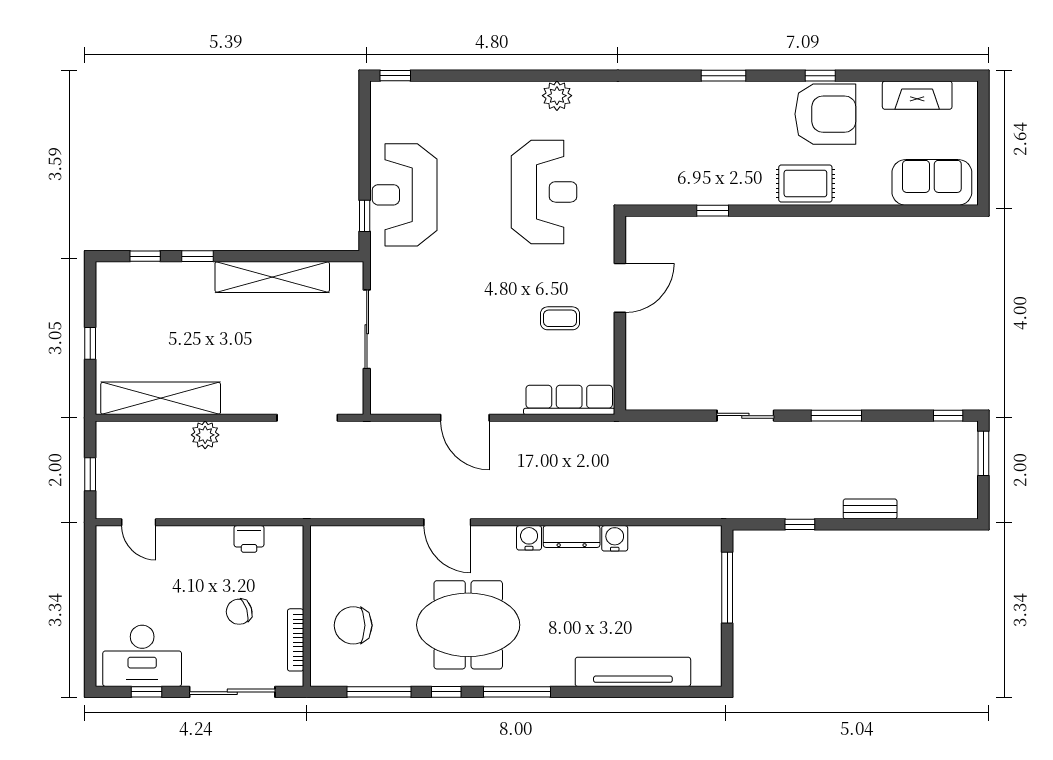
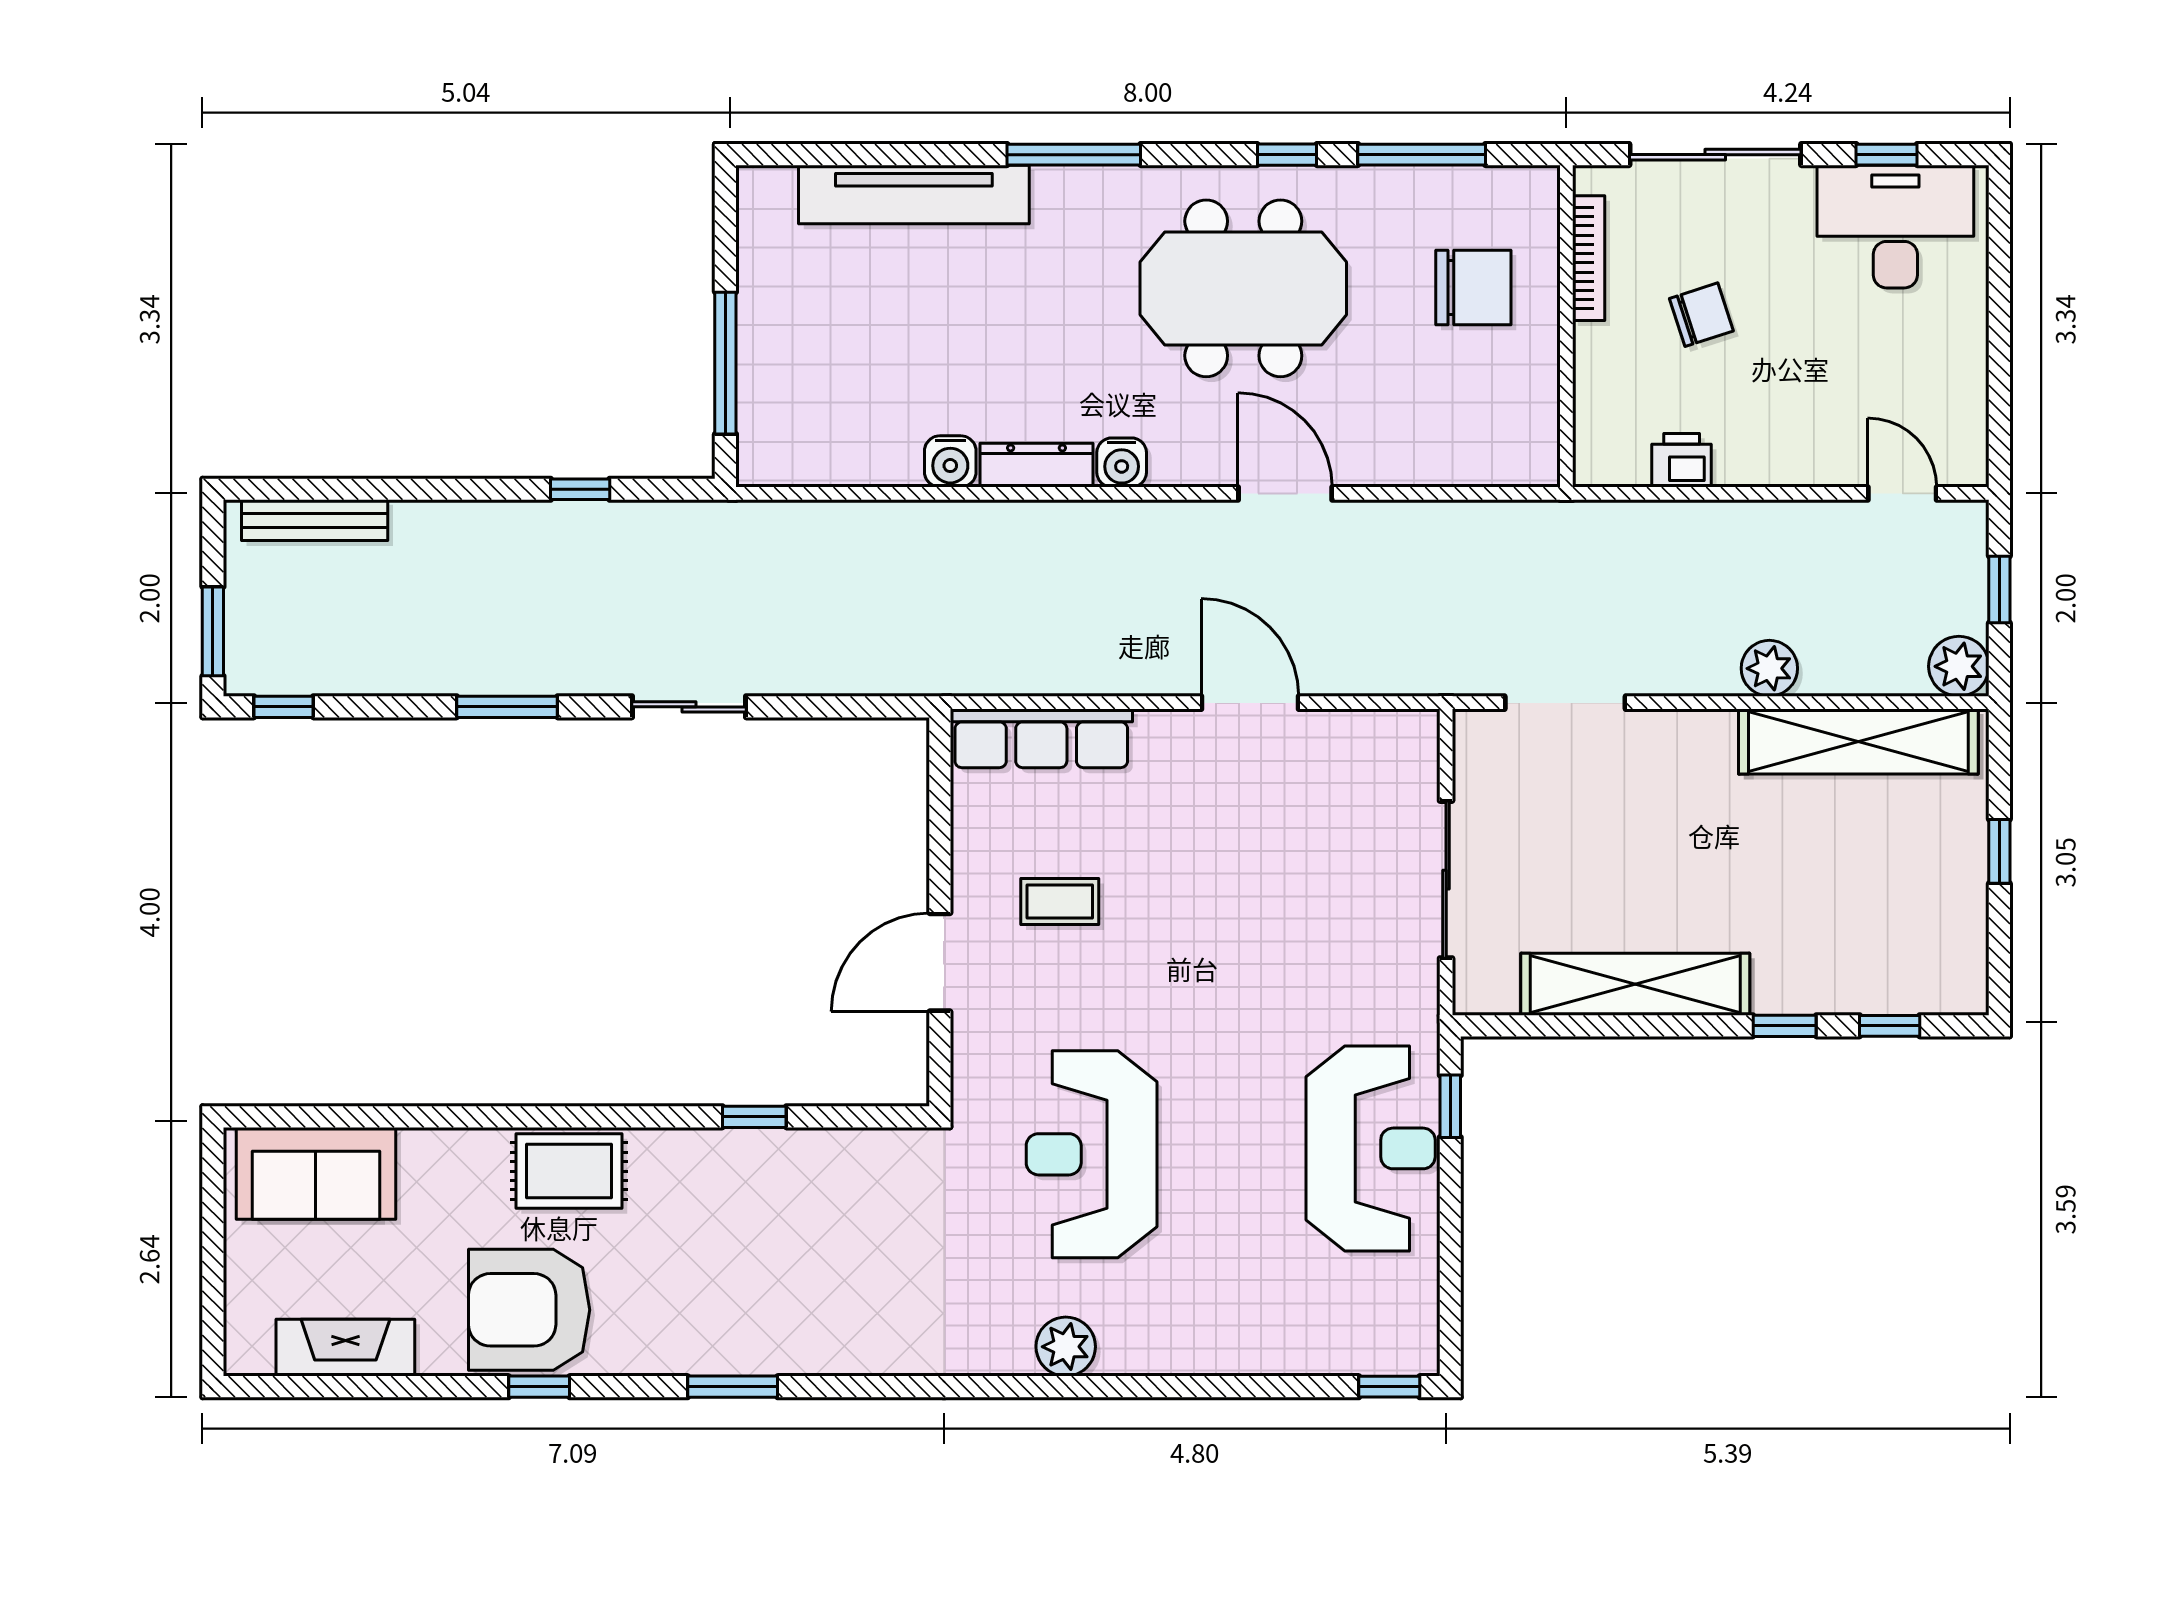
plant: (110, 436) -> (1959, 666), added
bench: (870, 509) -> (315, 520), moved, width x1.36
window: (517, 692) -> (1074, 155), moved

